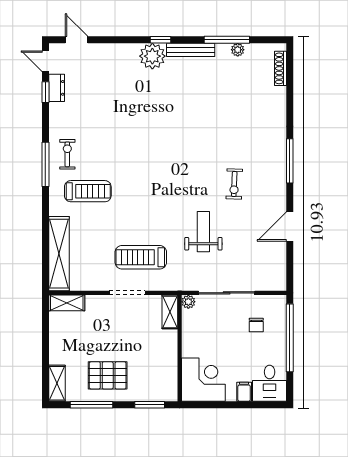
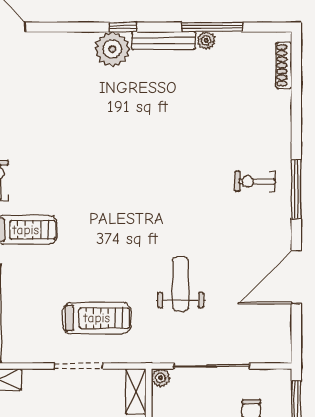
plant: (238, 50) -> (206, 40), moved
exercise bike: (234, 184) -> (255, 181), moved, turned 88
door: (290, 227) -> (296, 277), width x1.36
treadmill: (141, 257) -> (97, 318), turned 180

